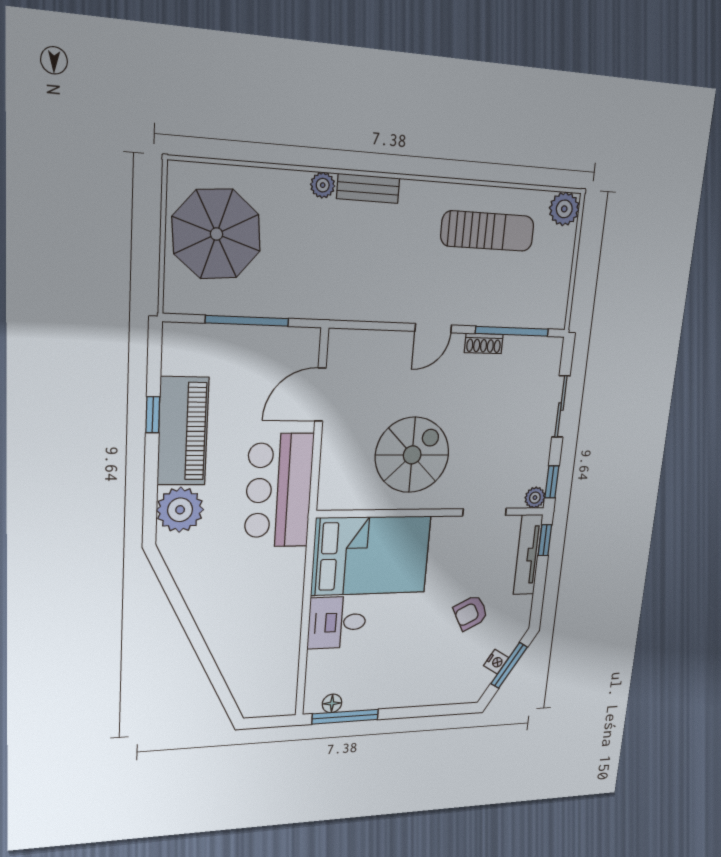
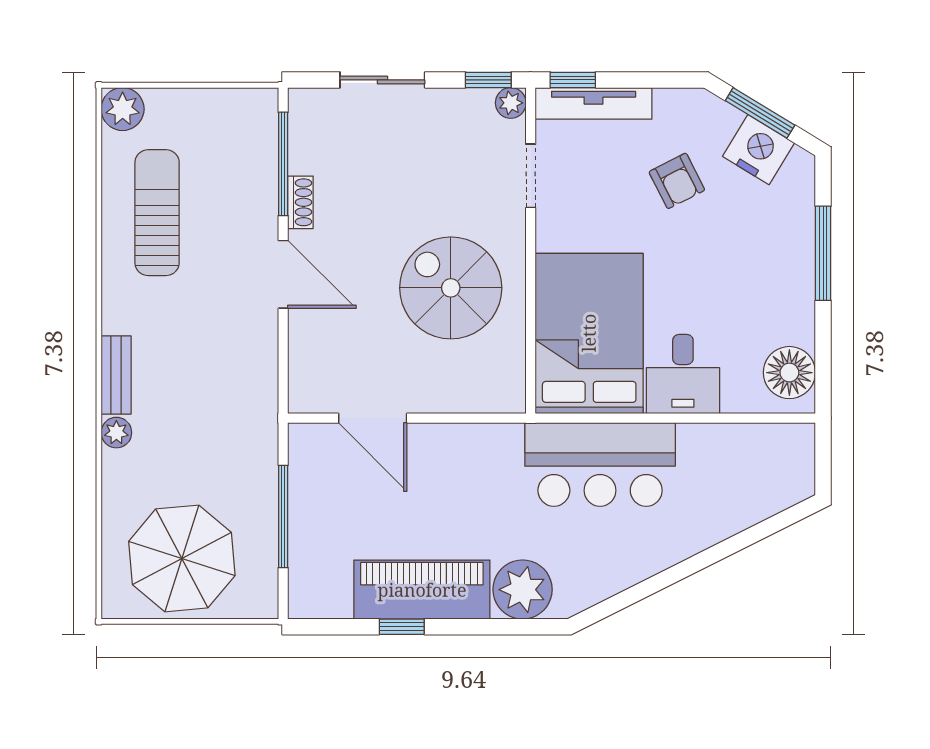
door: (433, 328) -> (283, 274), width x1.38
bar counter: (279, 490) -> (600, 464), moved
nightstand: (496, 662) -> (758, 150), width x1.89, depth x1.79
floor lamp: (332, 703) -> (789, 373), width x1.89, depth x1.89
window: (345, 717) -> (823, 253), moved

